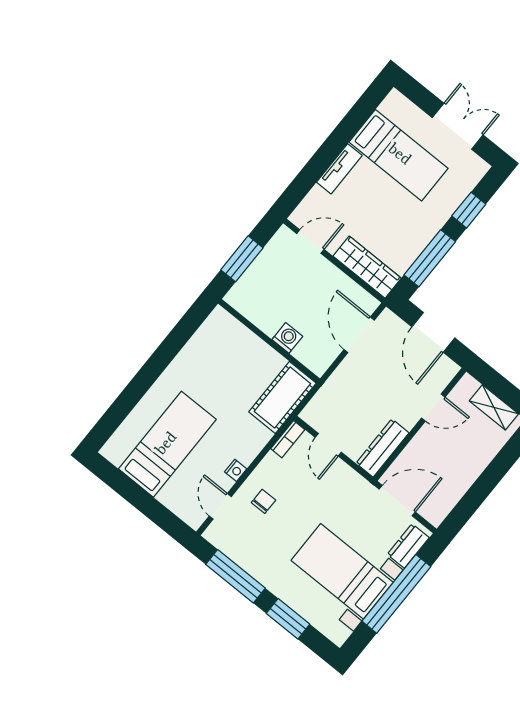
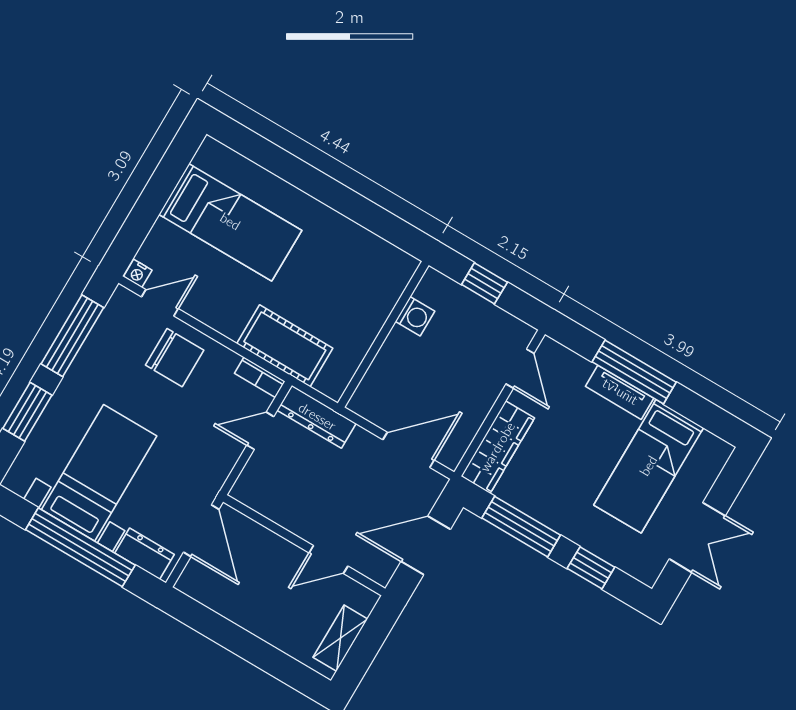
window: (326, 155) -> (634, 372), added
window: (242, 259) -> (484, 283), width x0.67
washing machine: (287, 338) -> (415, 316), moved
cot: (282, 397) -> (285, 346), moved
door: (433, 408) -> (328, 560), hinge flipped
dresser: (382, 448) -> (317, 417), moved, turned 180
nightstand: (236, 470) -> (138, 273), moved
chair: (263, 501) -> (175, 358), width x1.87, depth x1.87

